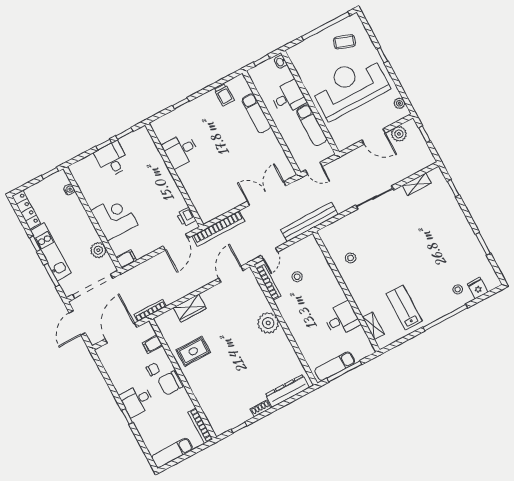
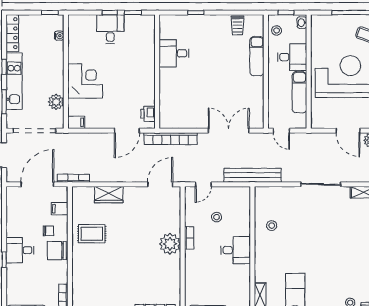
stool: (262, 81) -> (277, 30), added
bookcase: (269, 282) -> (189, 238), moved, width x0.64
desk: (342, 319) -> (236, 250), moved

